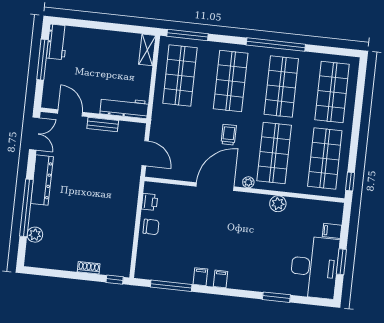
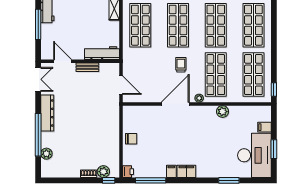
printer: (150, 202) -> (128, 172), moved
plant: (109, 267) -> (103, 172), added
filing cabinet: (220, 279) -> (186, 171), width x2.00

